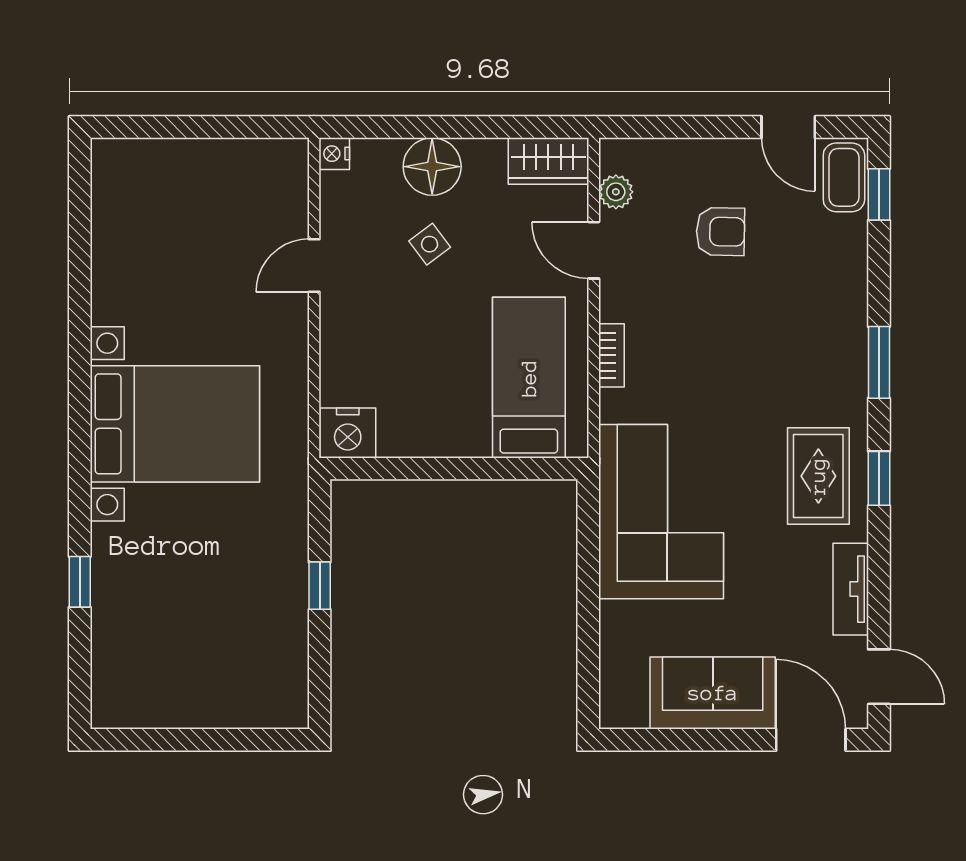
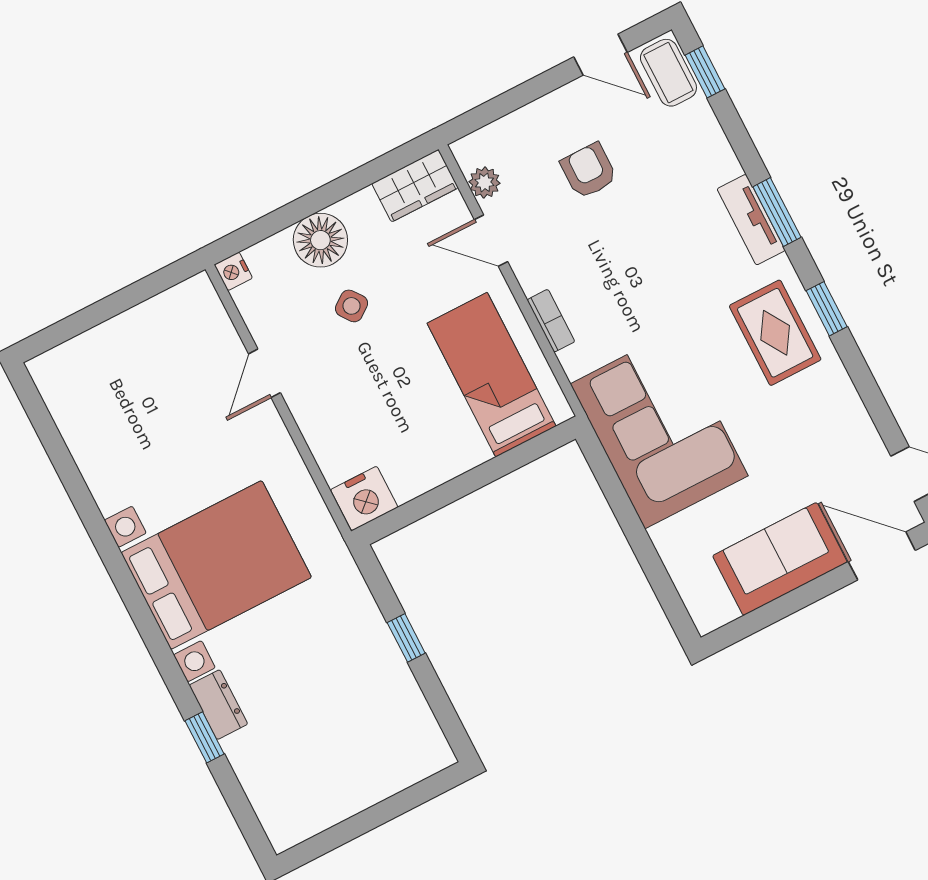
armchair: (720, 232) -> (589, 171), turned -91
dresser: (109, 557) -> (218, 705), added
tv unit: (851, 589) -> (751, 220), moved

